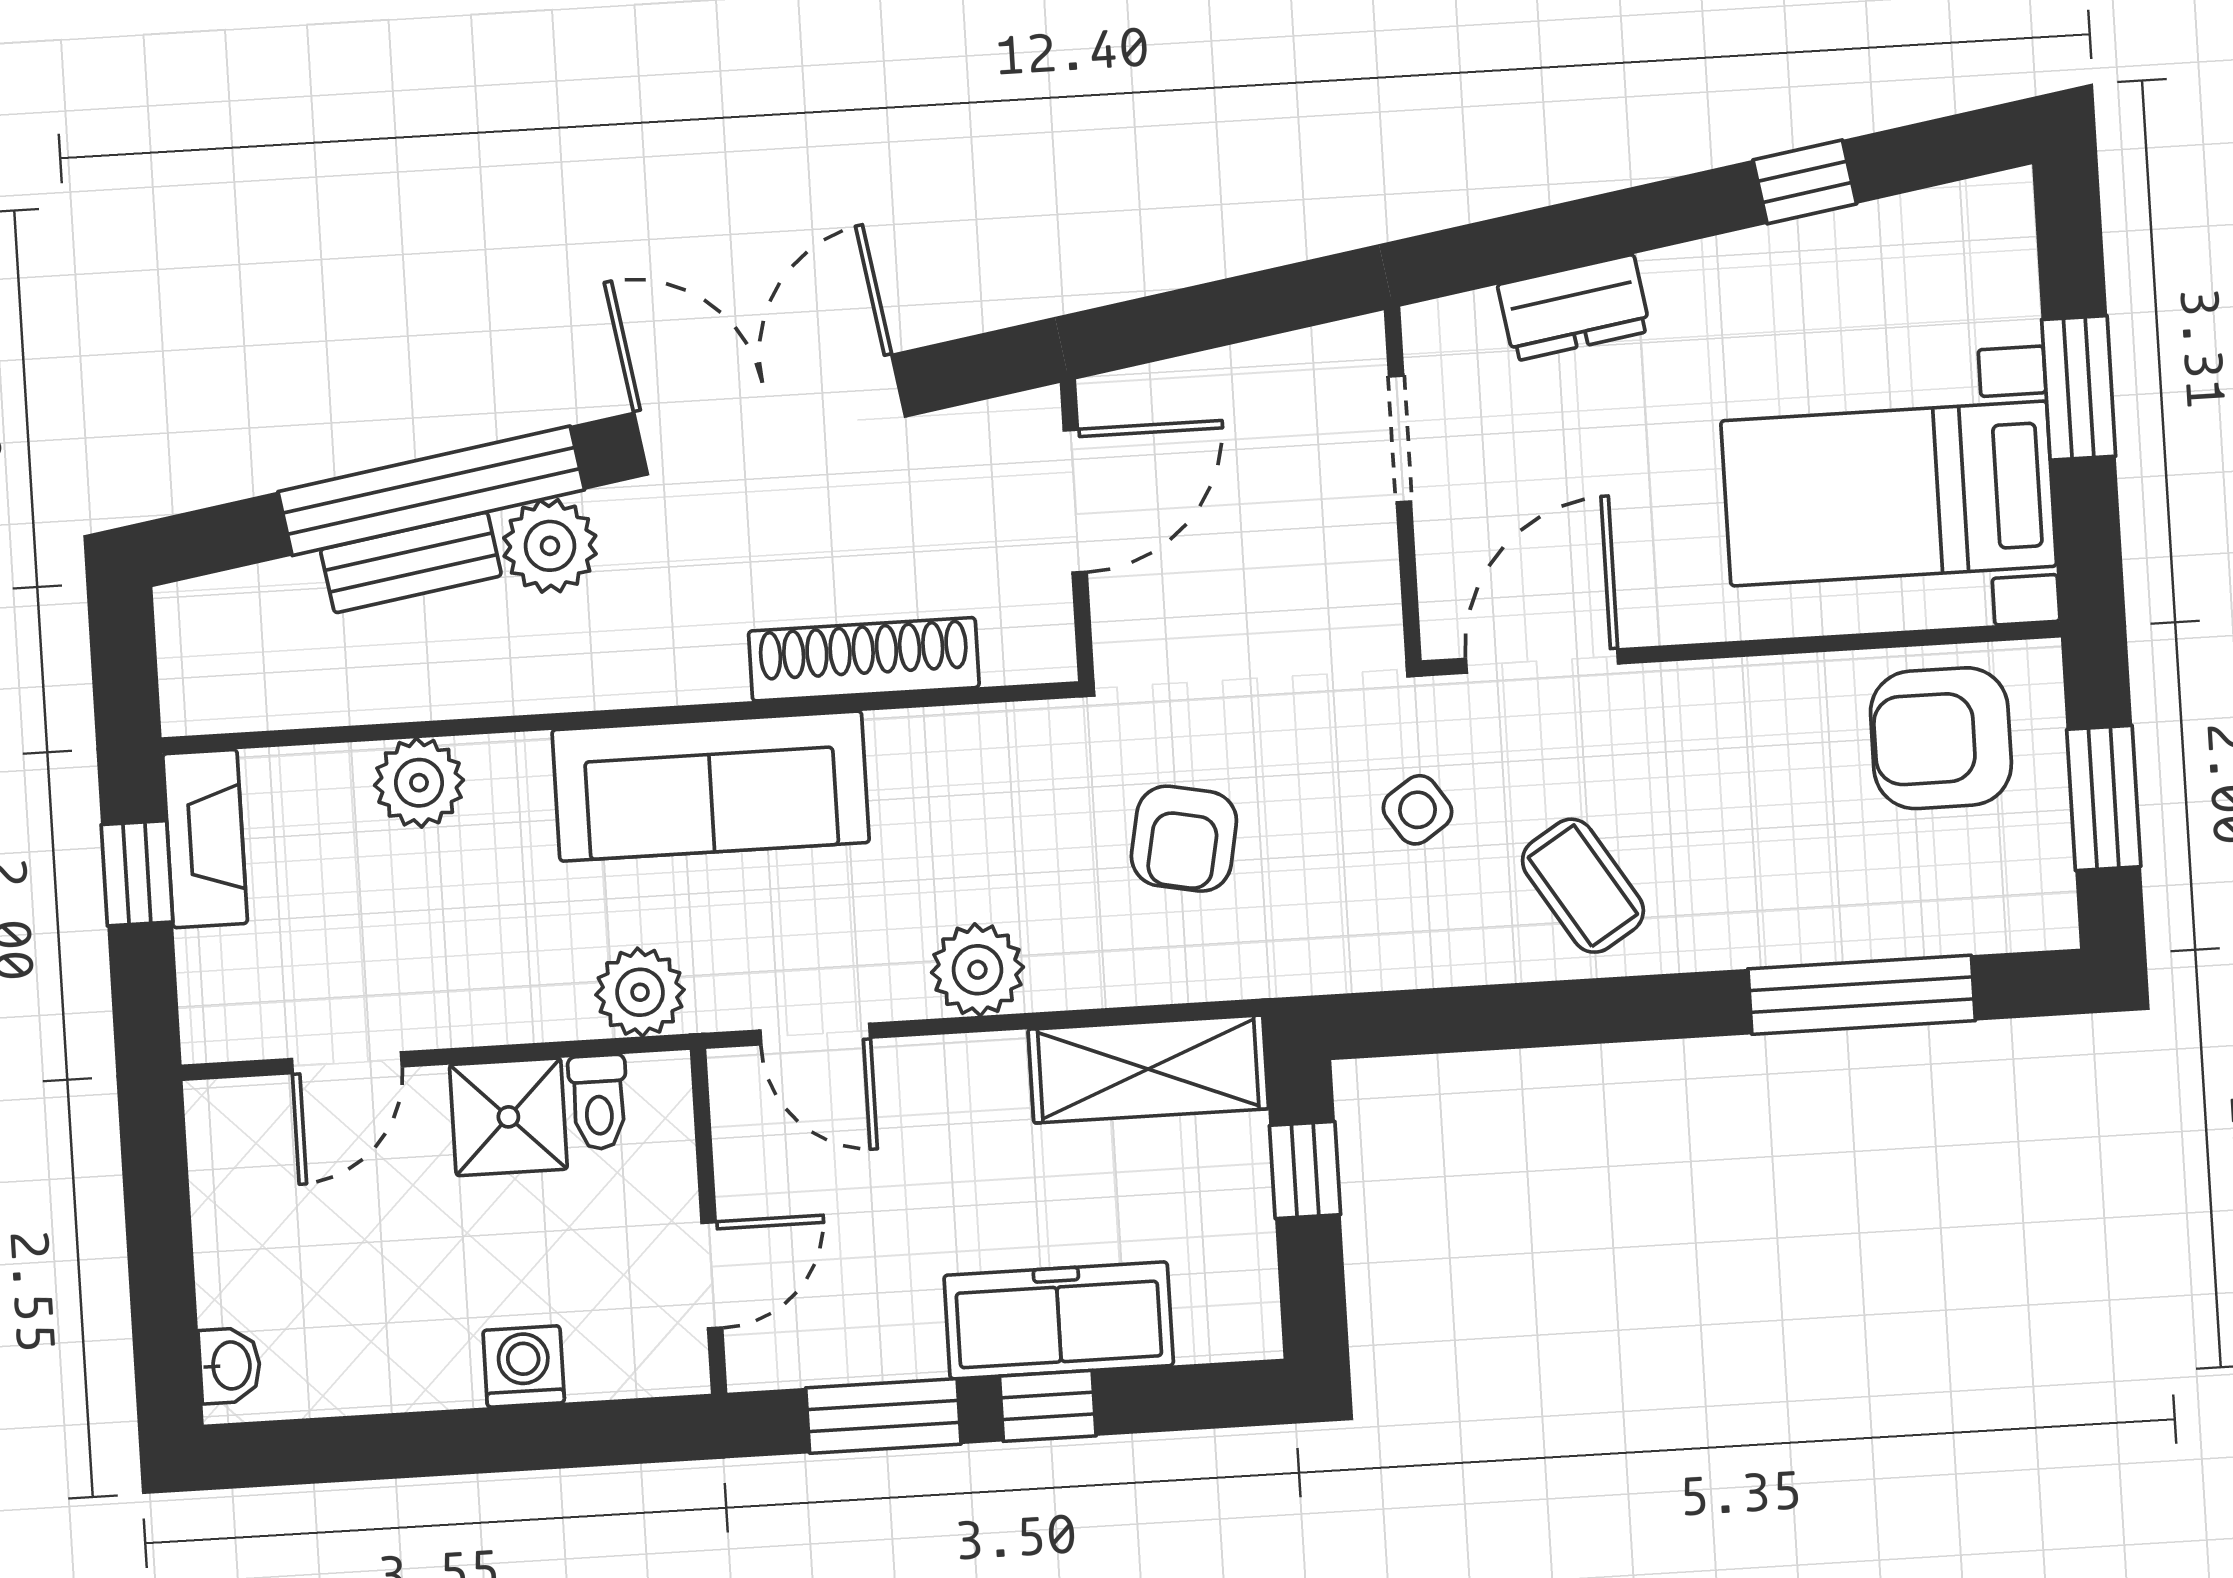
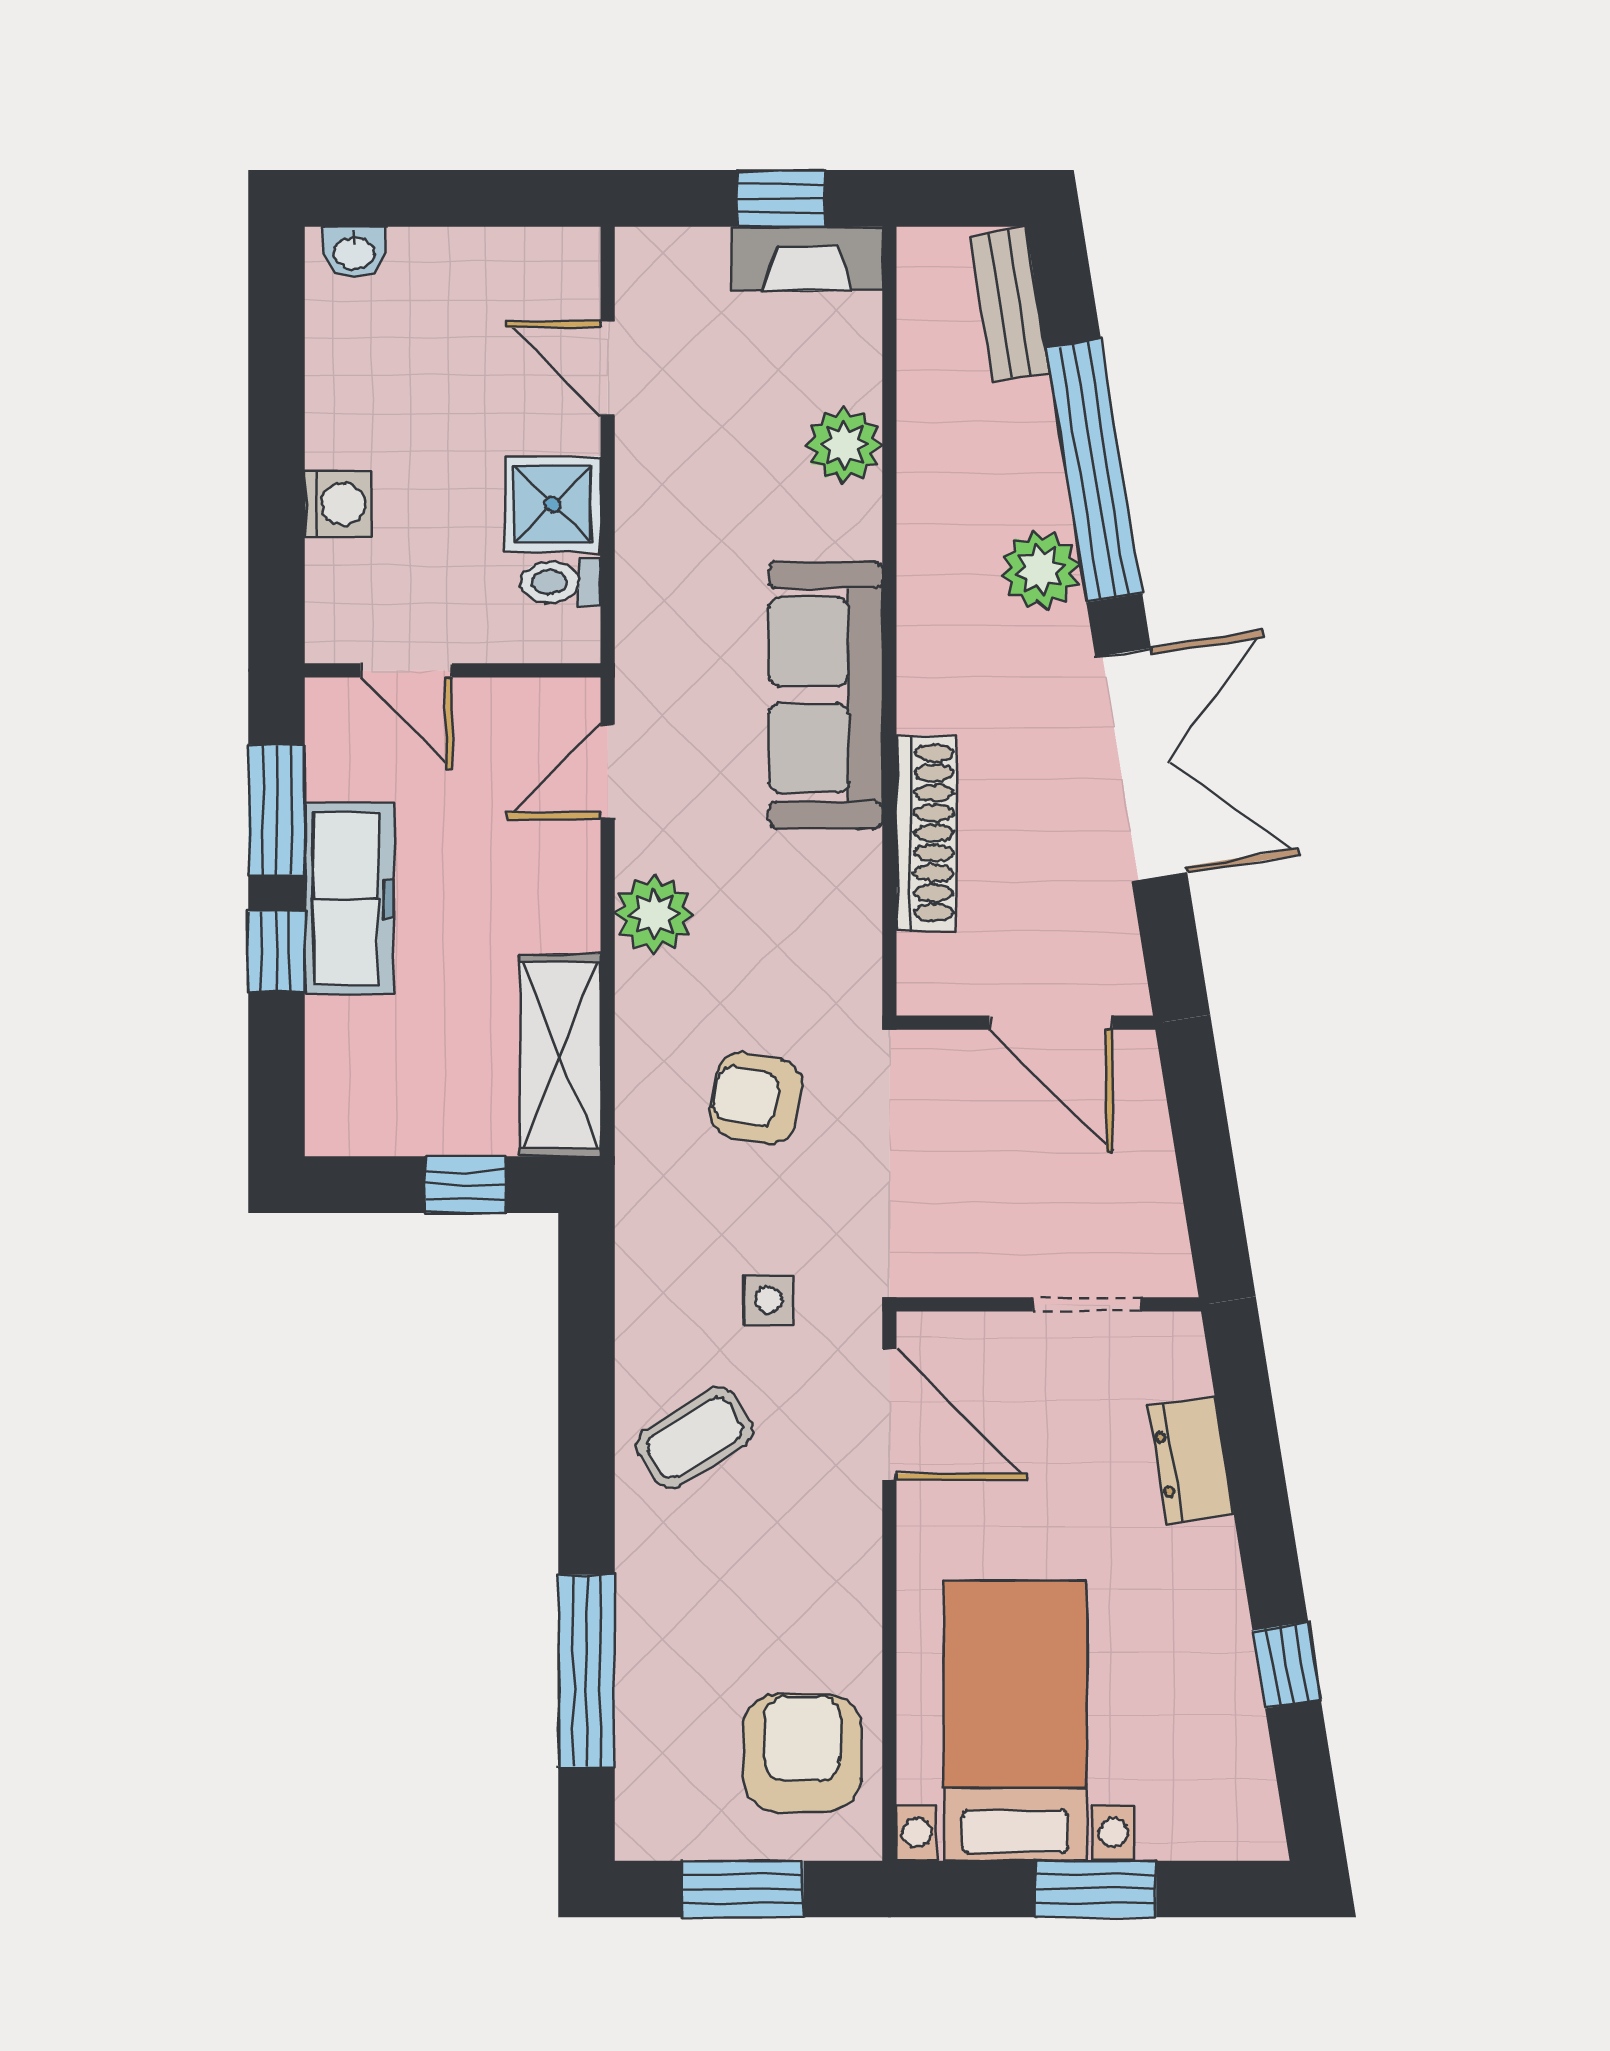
bench: (411, 563) -> (1010, 305), moved
side table: (1417, 810) -> (768, 1300), turned 34
plant: (640, 992) -> (653, 624), removed
freezer: (1059, 1320) -> (349, 898), moved

